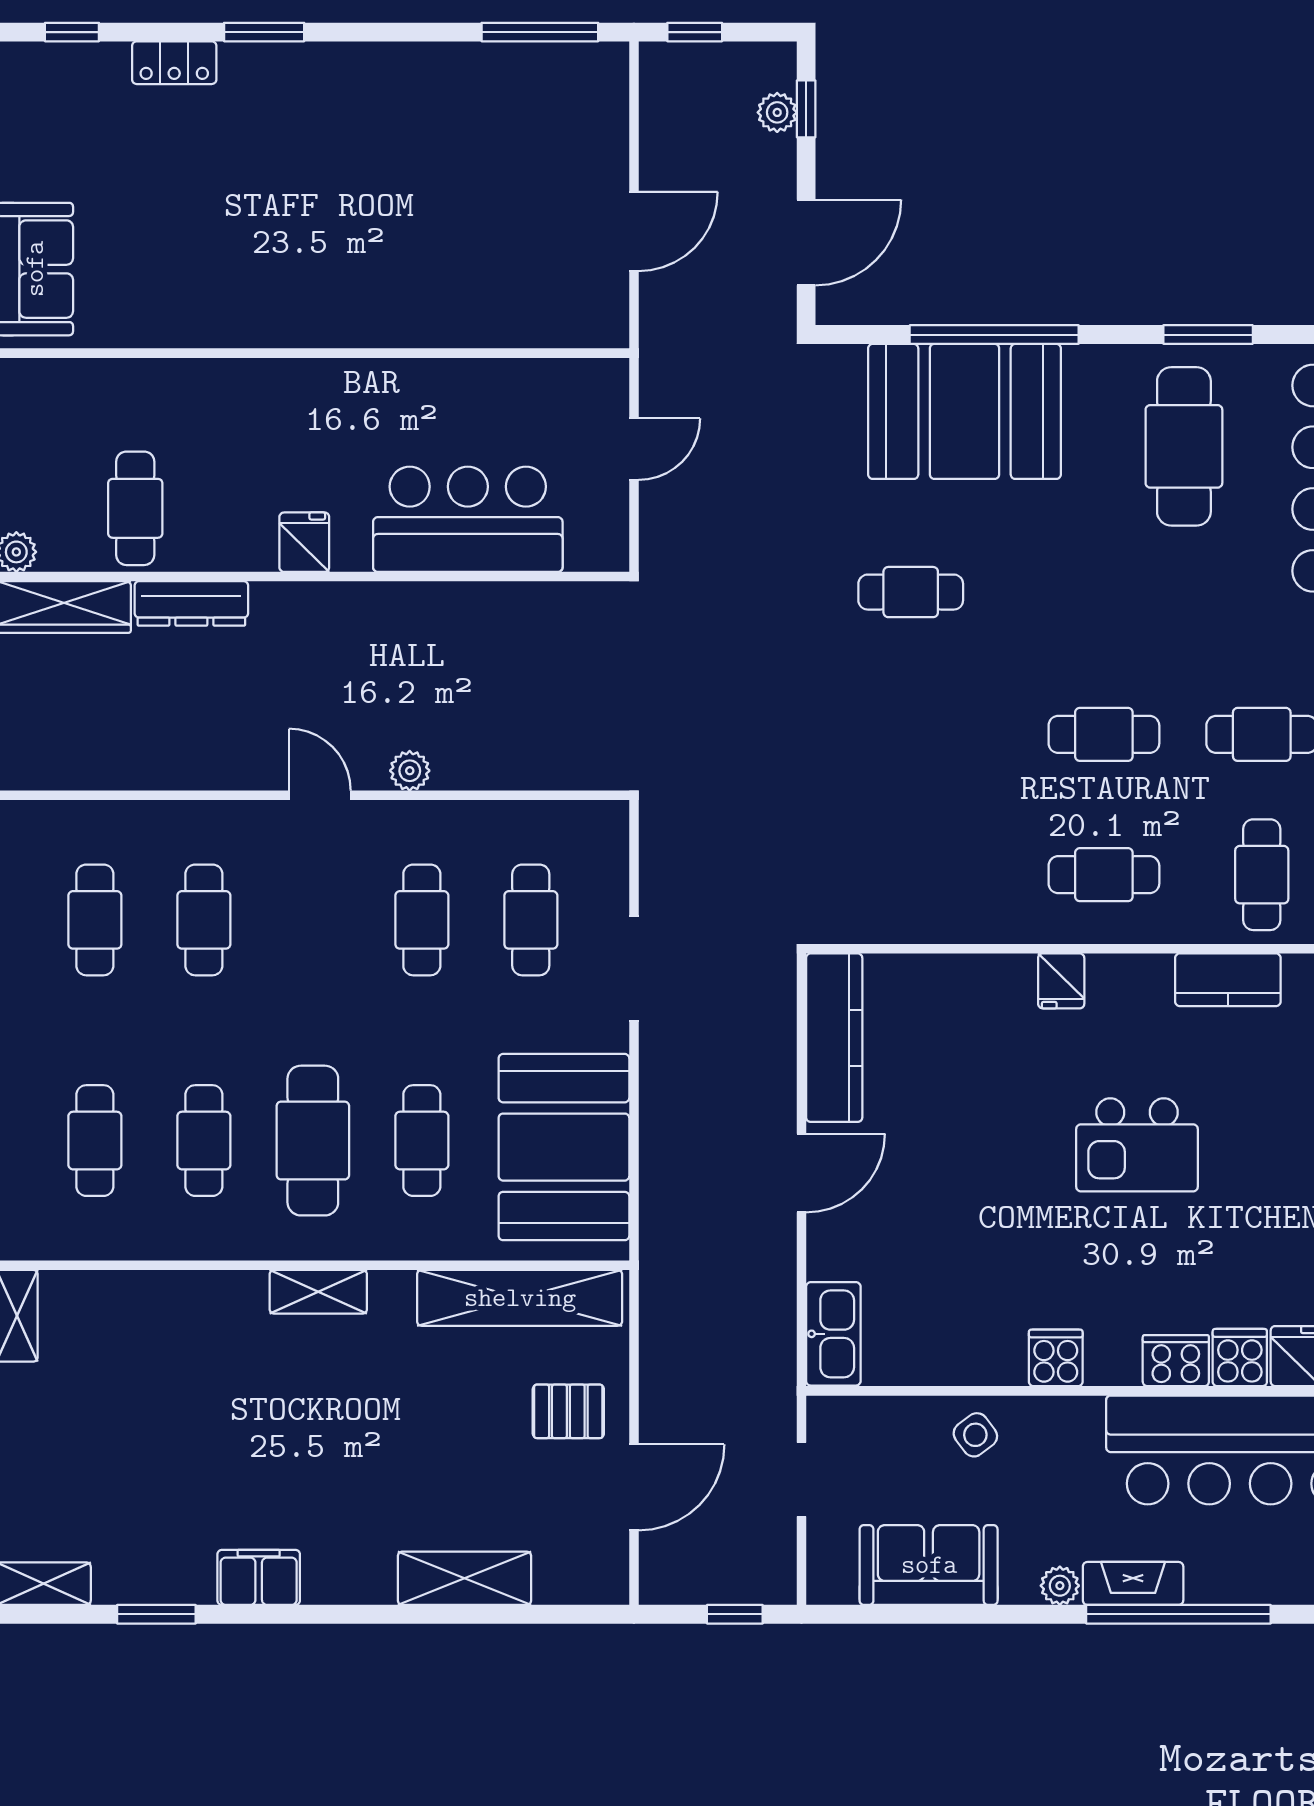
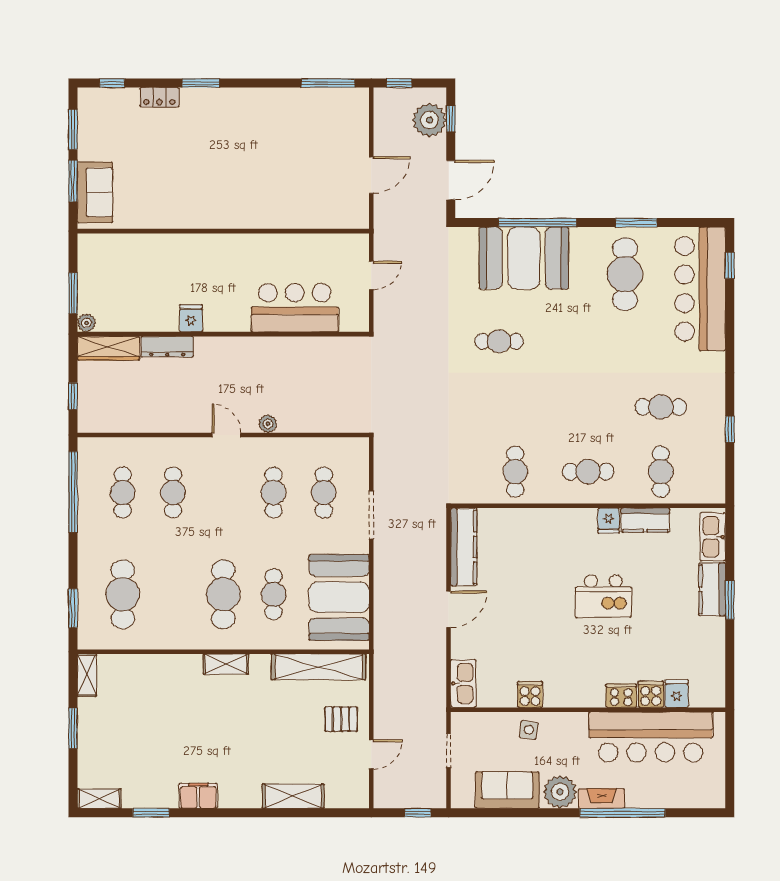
plant: (777, 112) -> (429, 120), width x1.87, depth x1.87
cafe table: (135, 508) -> (141, 303), removed
fridge: (304, 542) -> (191, 318), moved
cafe table: (1104, 734) -> (515, 472), moved, turned 90
fridge: (1061, 981) -> (609, 521), moved
cafe table: (95, 1141) -> (123, 594), width x1.37, depth x1.35
cafe table: (204, 1141) -> (173, 594), removed
cooker: (1056, 1358) -> (530, 695), moved
side table: (975, 1435) -> (529, 730), turned 45
door: (634, 1487) -> (371, 754), width x0.73
plant: (1060, 1586) -> (560, 792), width x1.87, depth x1.87

